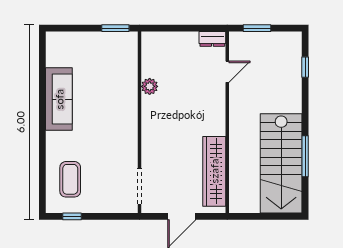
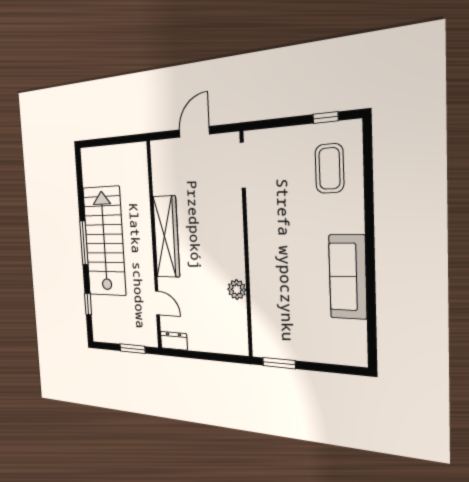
door: (227, 72) -> (157, 303), swing flipped
window: (305, 156) -> (84, 243), moved
stairs: (281, 163) -> (104, 241), moved
wardrobe: (214, 171) -> (166, 237), moved

